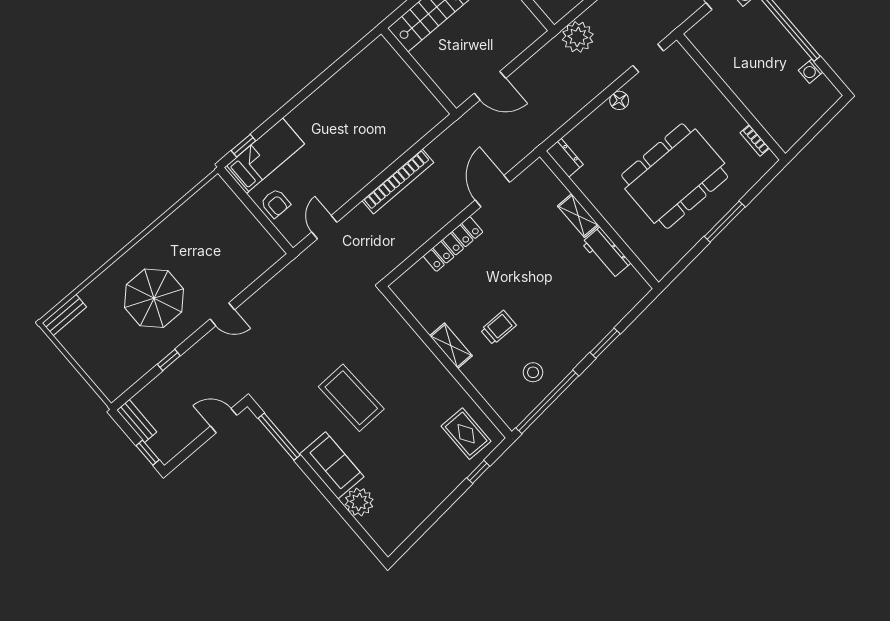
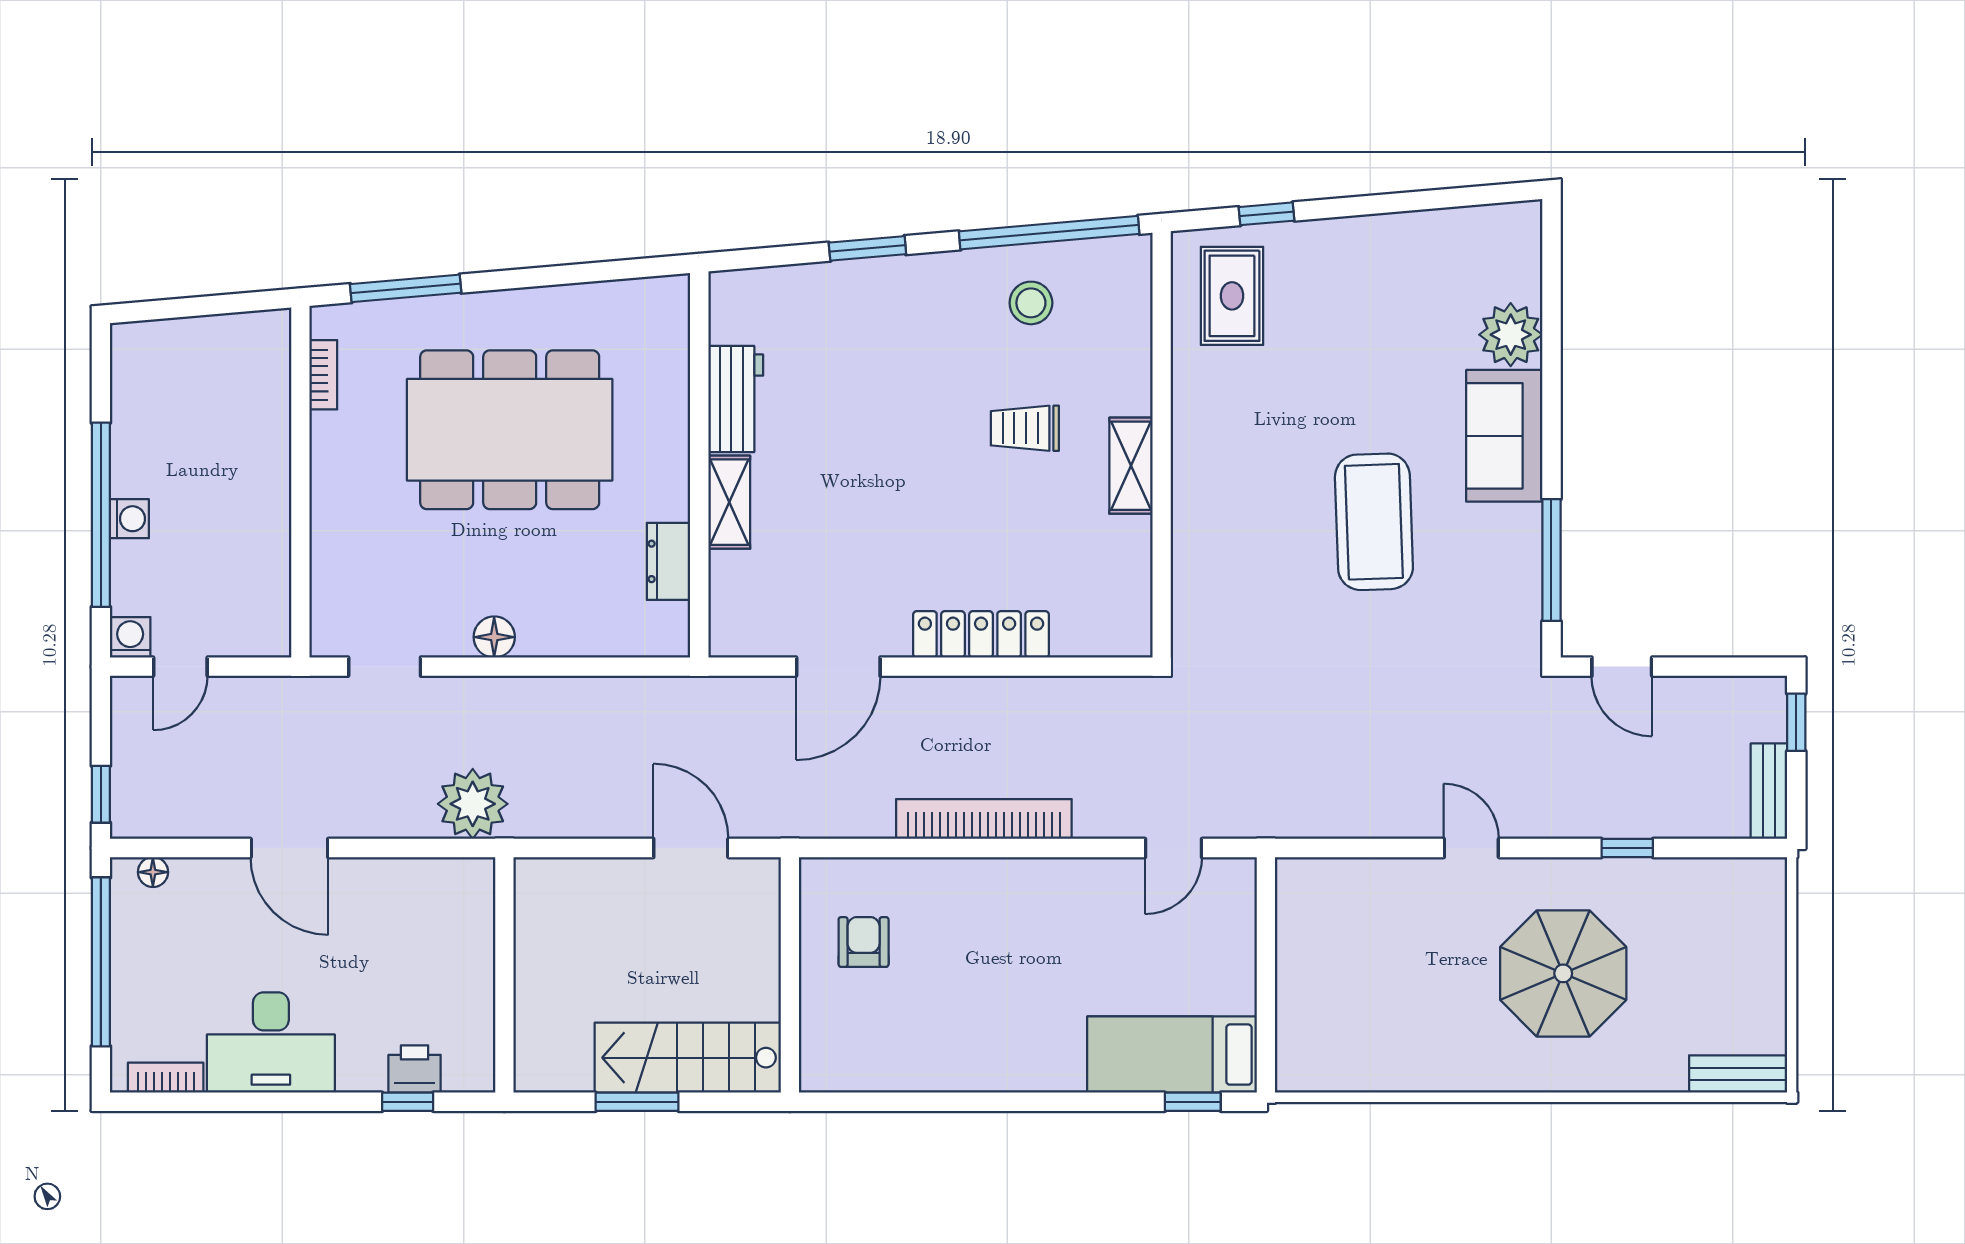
washing machine: (811, 71) -> (129, 519), moved
dresser: (565, 158) -> (668, 561), moved
armchair: (276, 203) -> (864, 942), moved
window: (725, 222) -> (406, 288), moved

